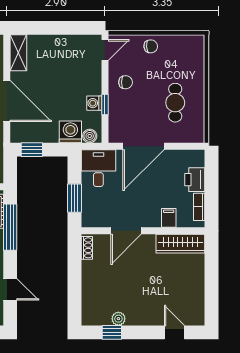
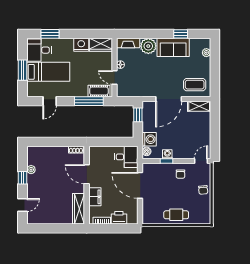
door: (105, 50) -> (201, 161), swing flipped
cafe table: (175, 103) -> (176, 215), moved
window: (75, 198) -> (107, 142), removed
filing cabinet: (169, 218) -> (95, 197), width x2.00
window: (112, 332) -> (22, 178), moved

